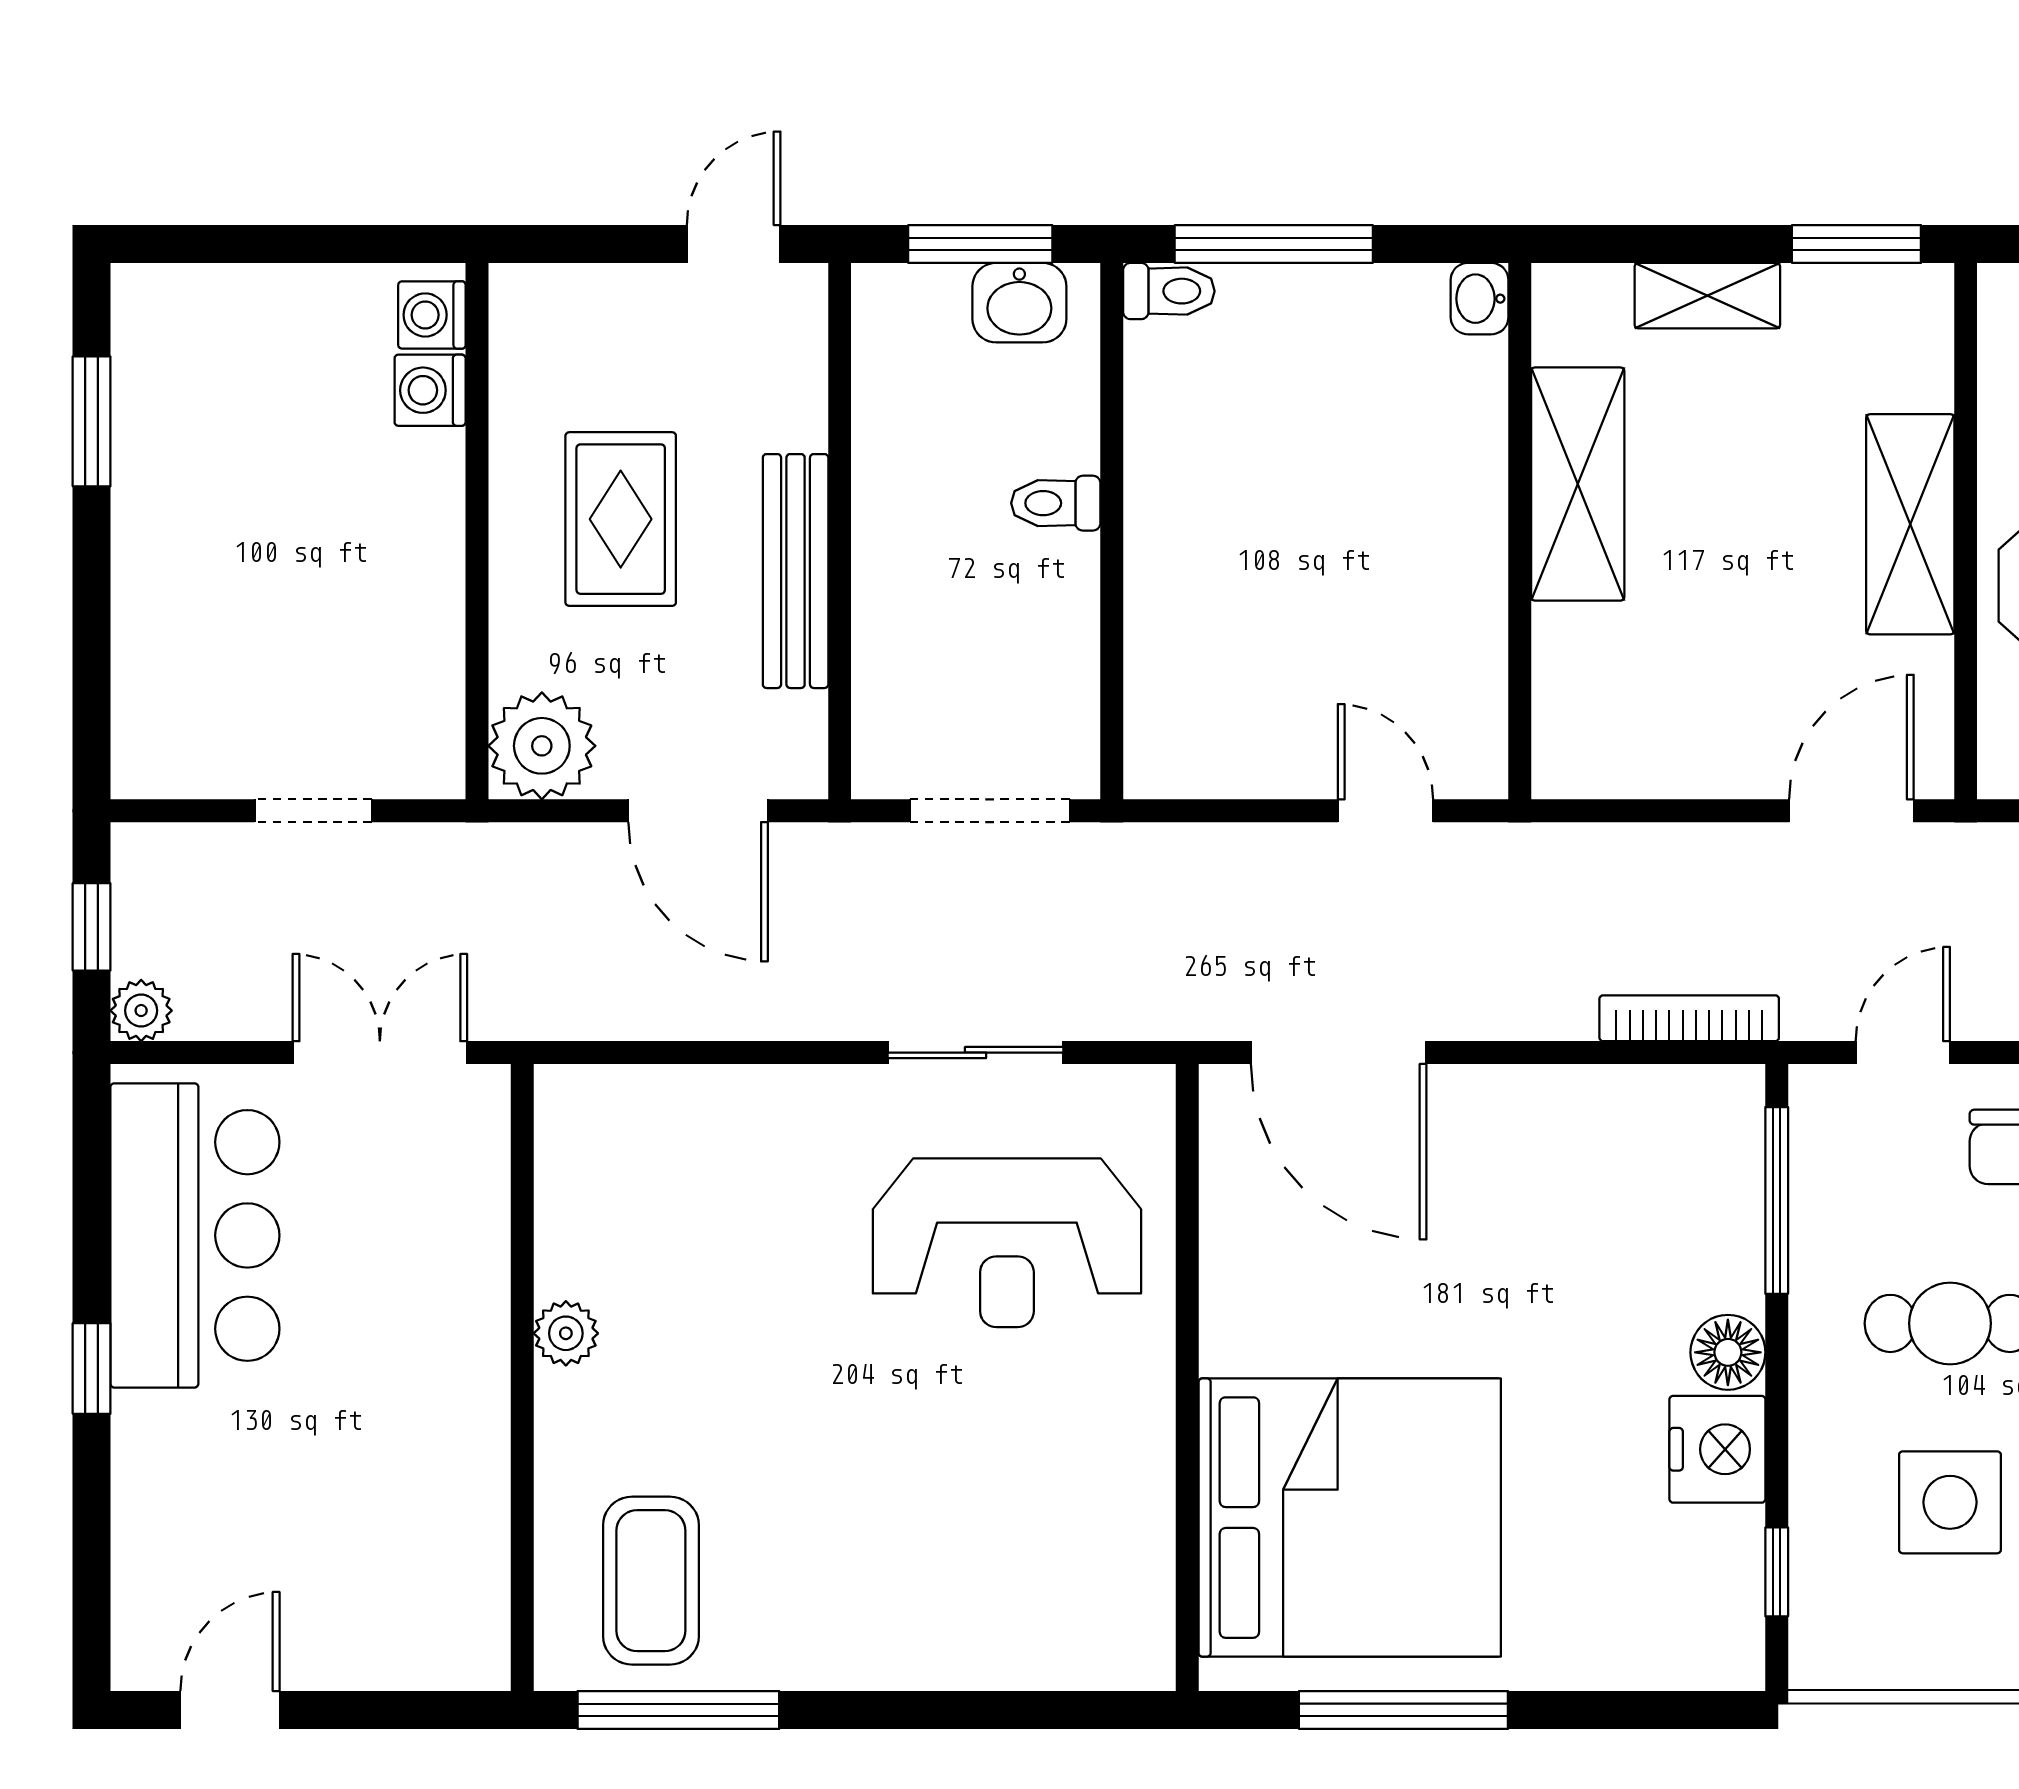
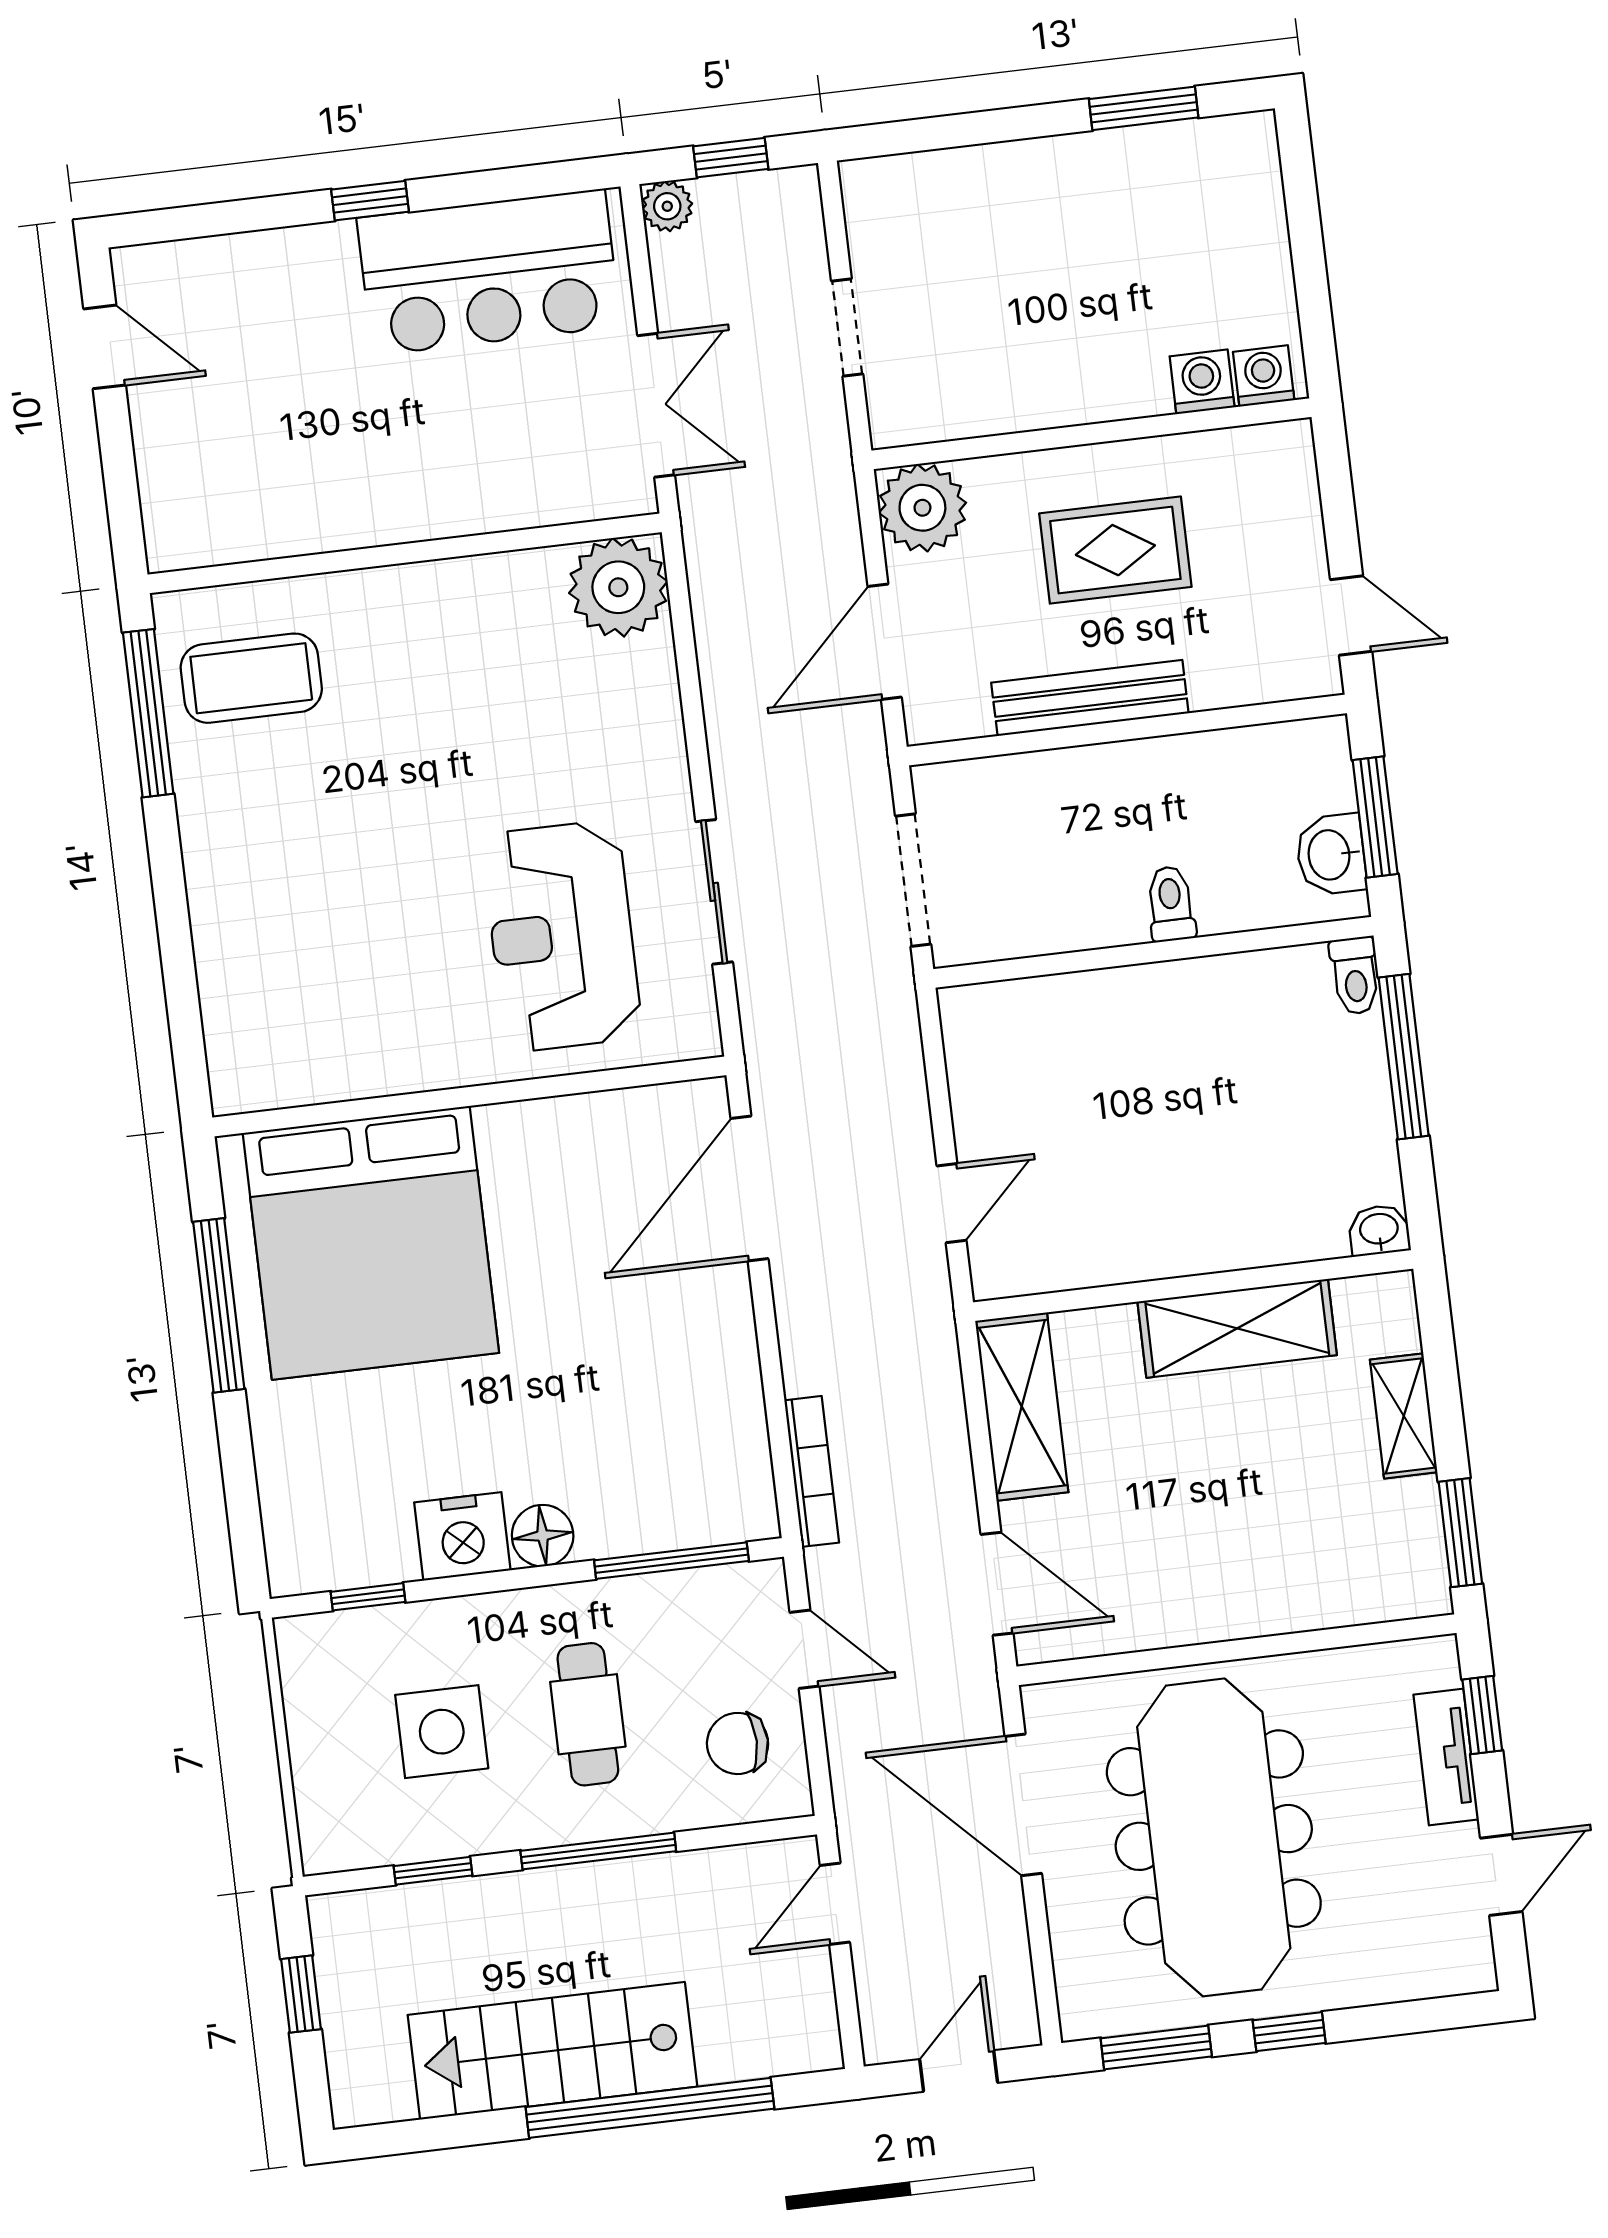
shelving: (1910, 524) -> (1022, 1407), moved, turned 90
plant: (566, 1333) -> (618, 587), moved, width x1.87, depth x1.87

